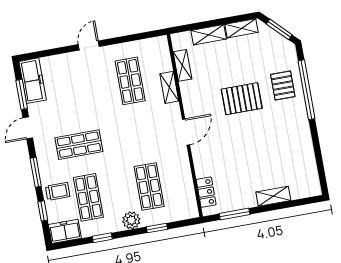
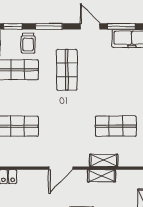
shelving: (182, 65) -> (102, 176), moved
door: (186, 132) -> (61, 168), hinge flipped

